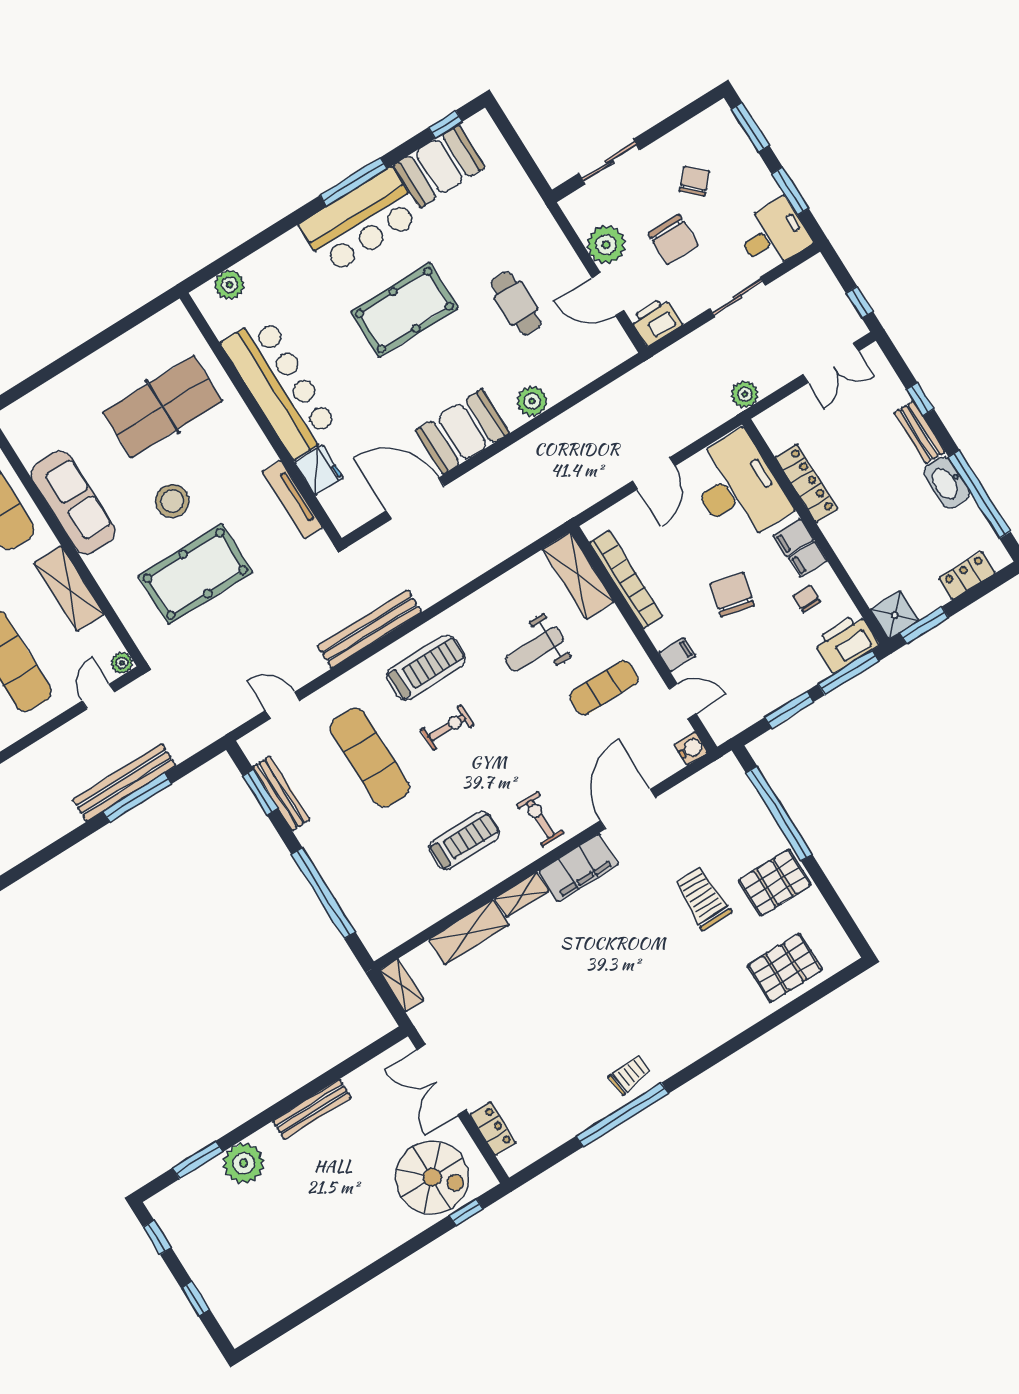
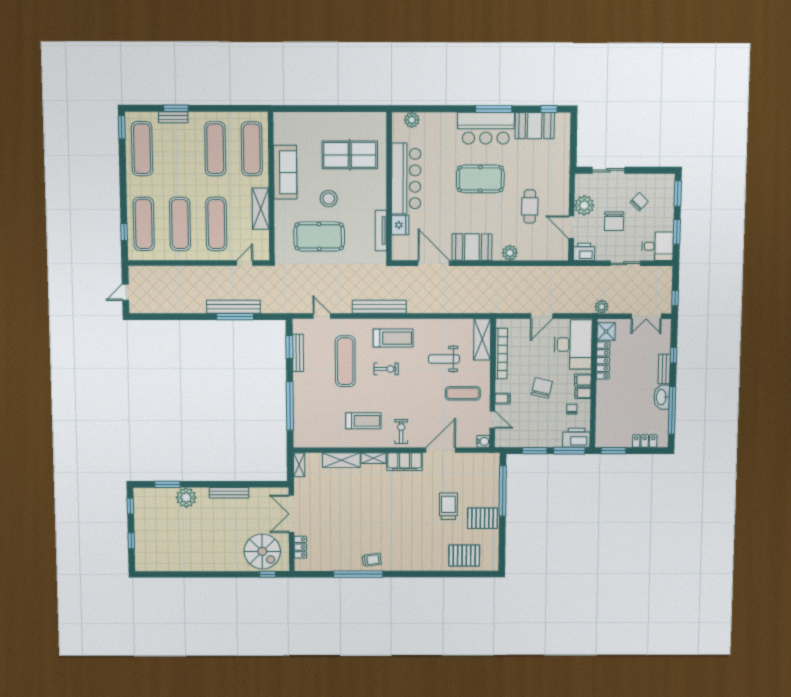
shower: (895, 615) -> (606, 331), moved
plant: (122, 663) -> (264, 255), removed

